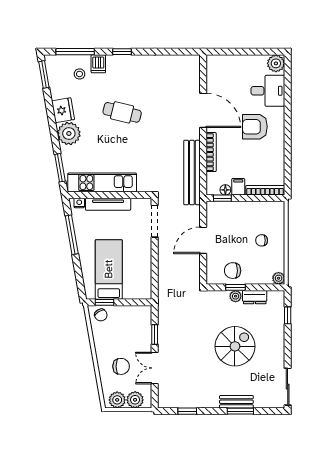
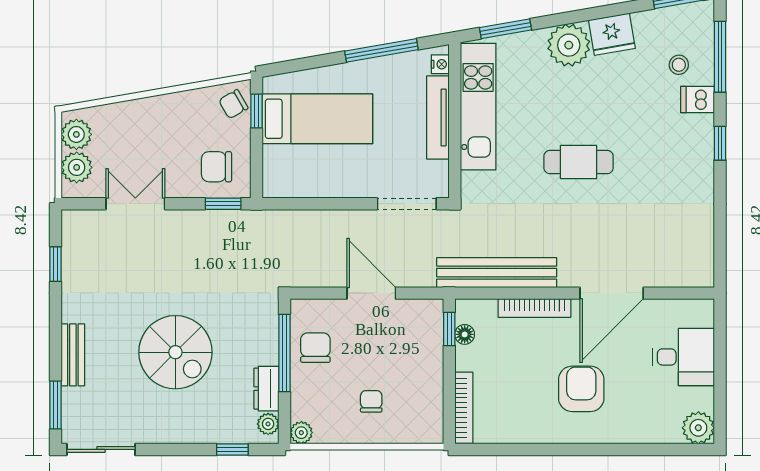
desk: (268, 91) -> (683, 357), moved, turned -90
cafe table: (122, 112) -> (579, 162), moved, turned 76
filing cabinet: (238, 187) -> (470, 358), removed
window: (235, 287) -> (284, 353), width x2.17
plant: (236, 296) -> (268, 424), moved
window: (155, 334) -> (223, 204), moved
chair: (121, 366) -> (216, 167), moved, turned 90
window: (240, 411) -> (56, 405), moved

